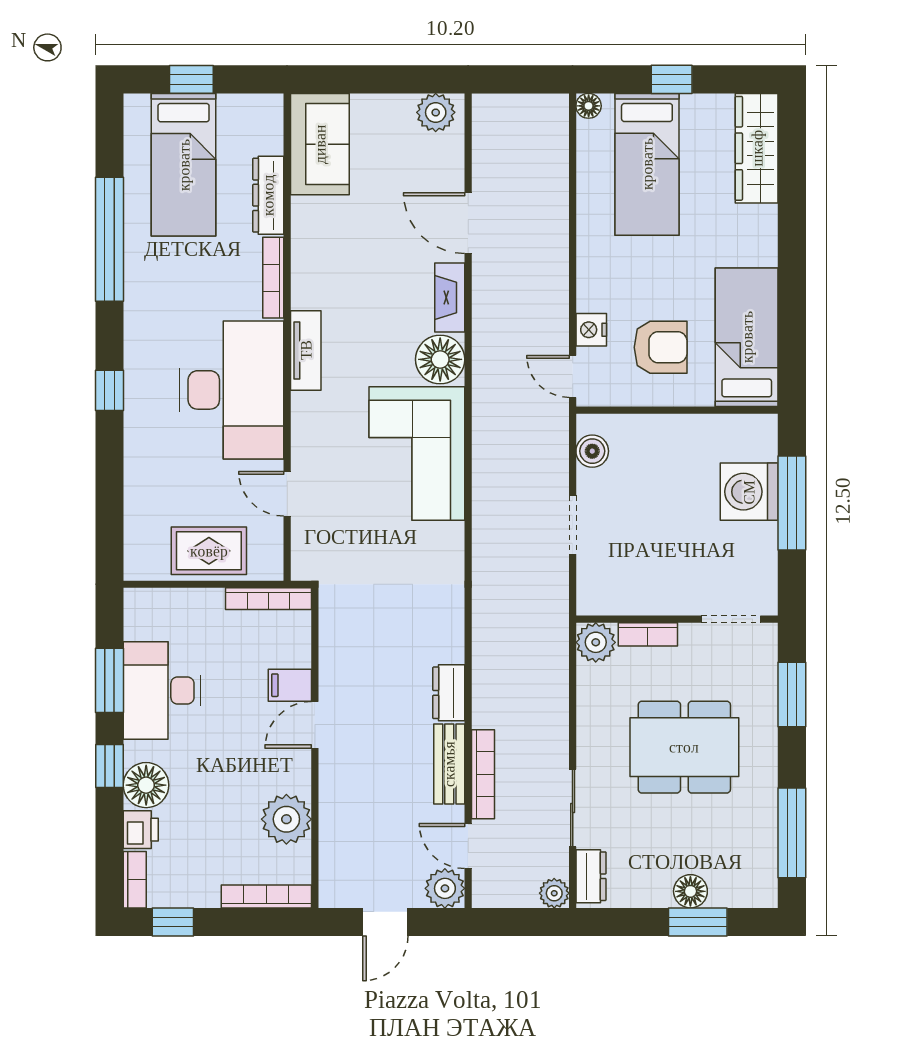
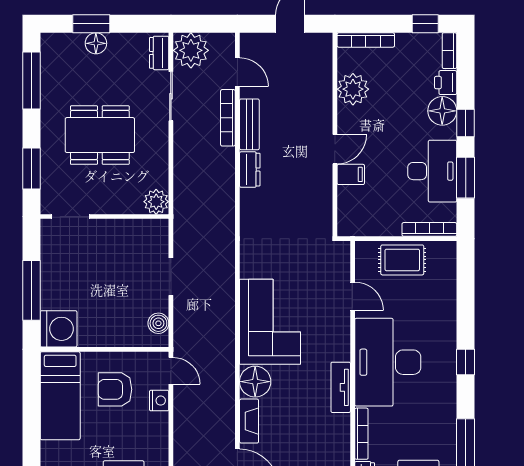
washing machine: (749, 492) -> (59, 329), moved
bookcase: (268, 599) -> (429, 229), moved
bookcase: (648, 634) -> (123, 207), removed
plant: (445, 888) -> (252, 45), removed
plant: (554, 893) -> (191, 50), width x1.88, depth x1.88

